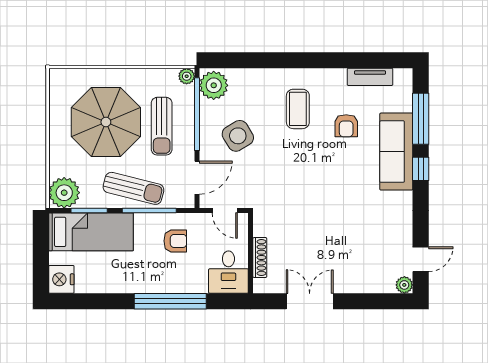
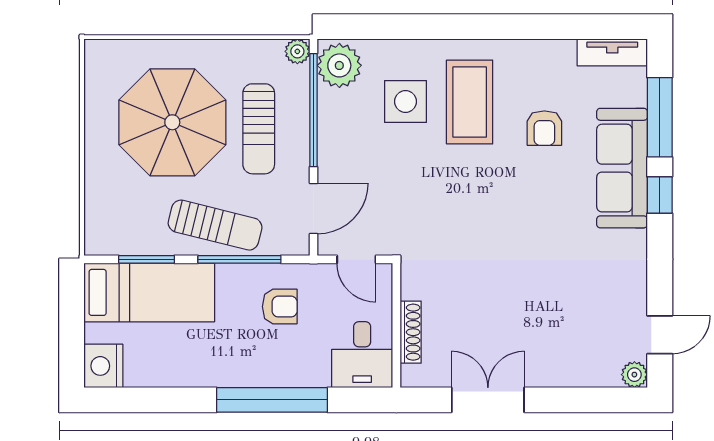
tv unit: (370, 77) -> (612, 52), moved
coffee table: (298, 109) -> (470, 102), width x1.36, depth x1.32
side table: (238, 136) -> (406, 101), moved, turned 31
plant: (64, 193) -> (108, 232), removed

